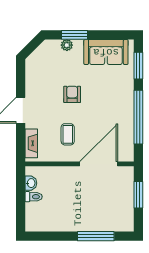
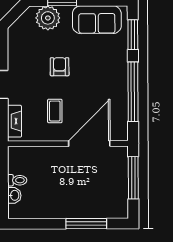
plant: (67, 45) -> (48, 18), width x1.88, depth x1.88
washbasin: (31, 183) -> (14, 195), moved
window: (138, 195) -> (133, 178), width x1.44

